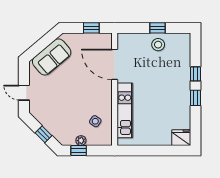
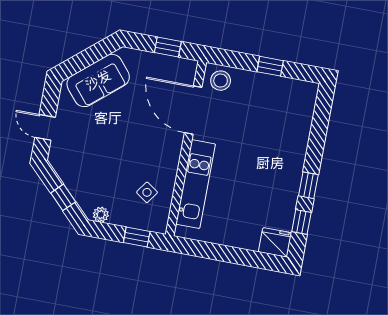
stool: (158, 45) -> (221, 81), moved
window: (195, 74) -> (301, 222), moved
plant: (81, 141) -> (101, 214), moved
window: (79, 150) -> (137, 237), moved

